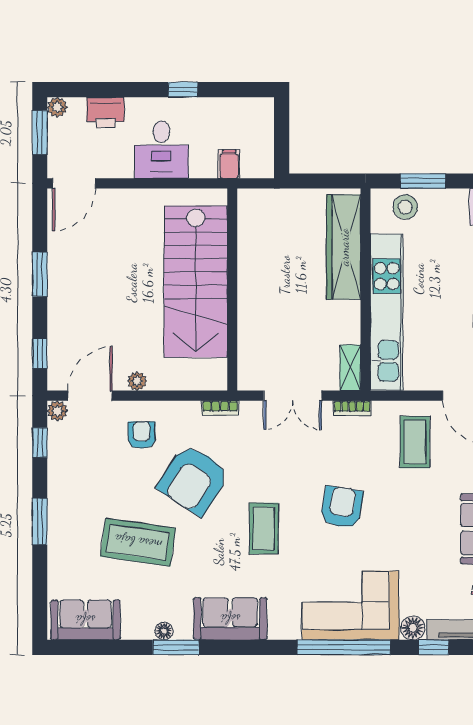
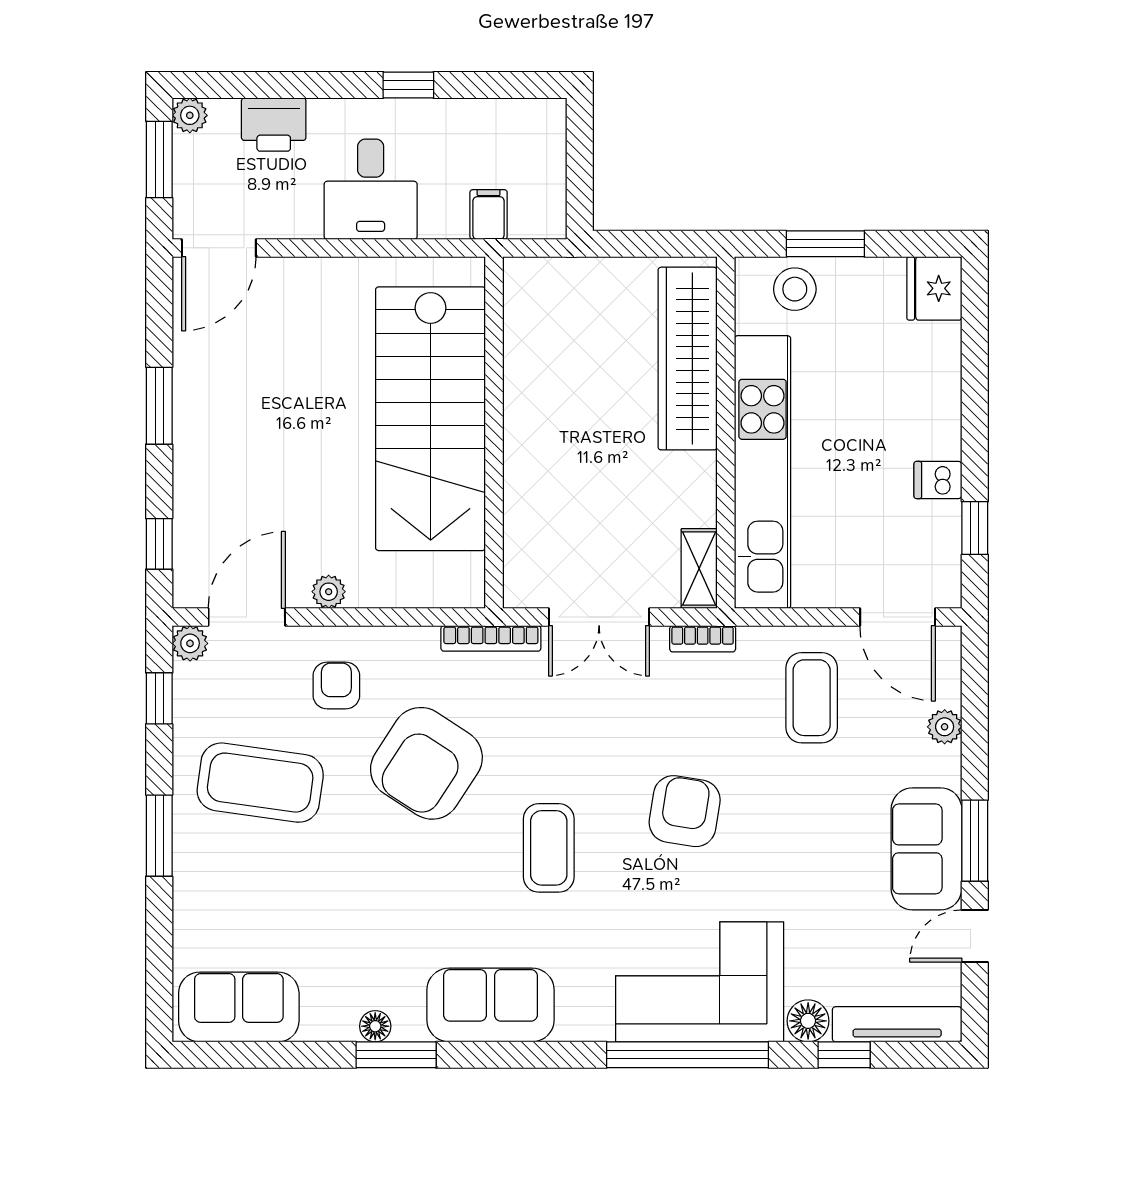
bookcase: (220, 408) -> (491, 638), width x1.56
coffee table: (138, 542) -> (260, 783), moved

